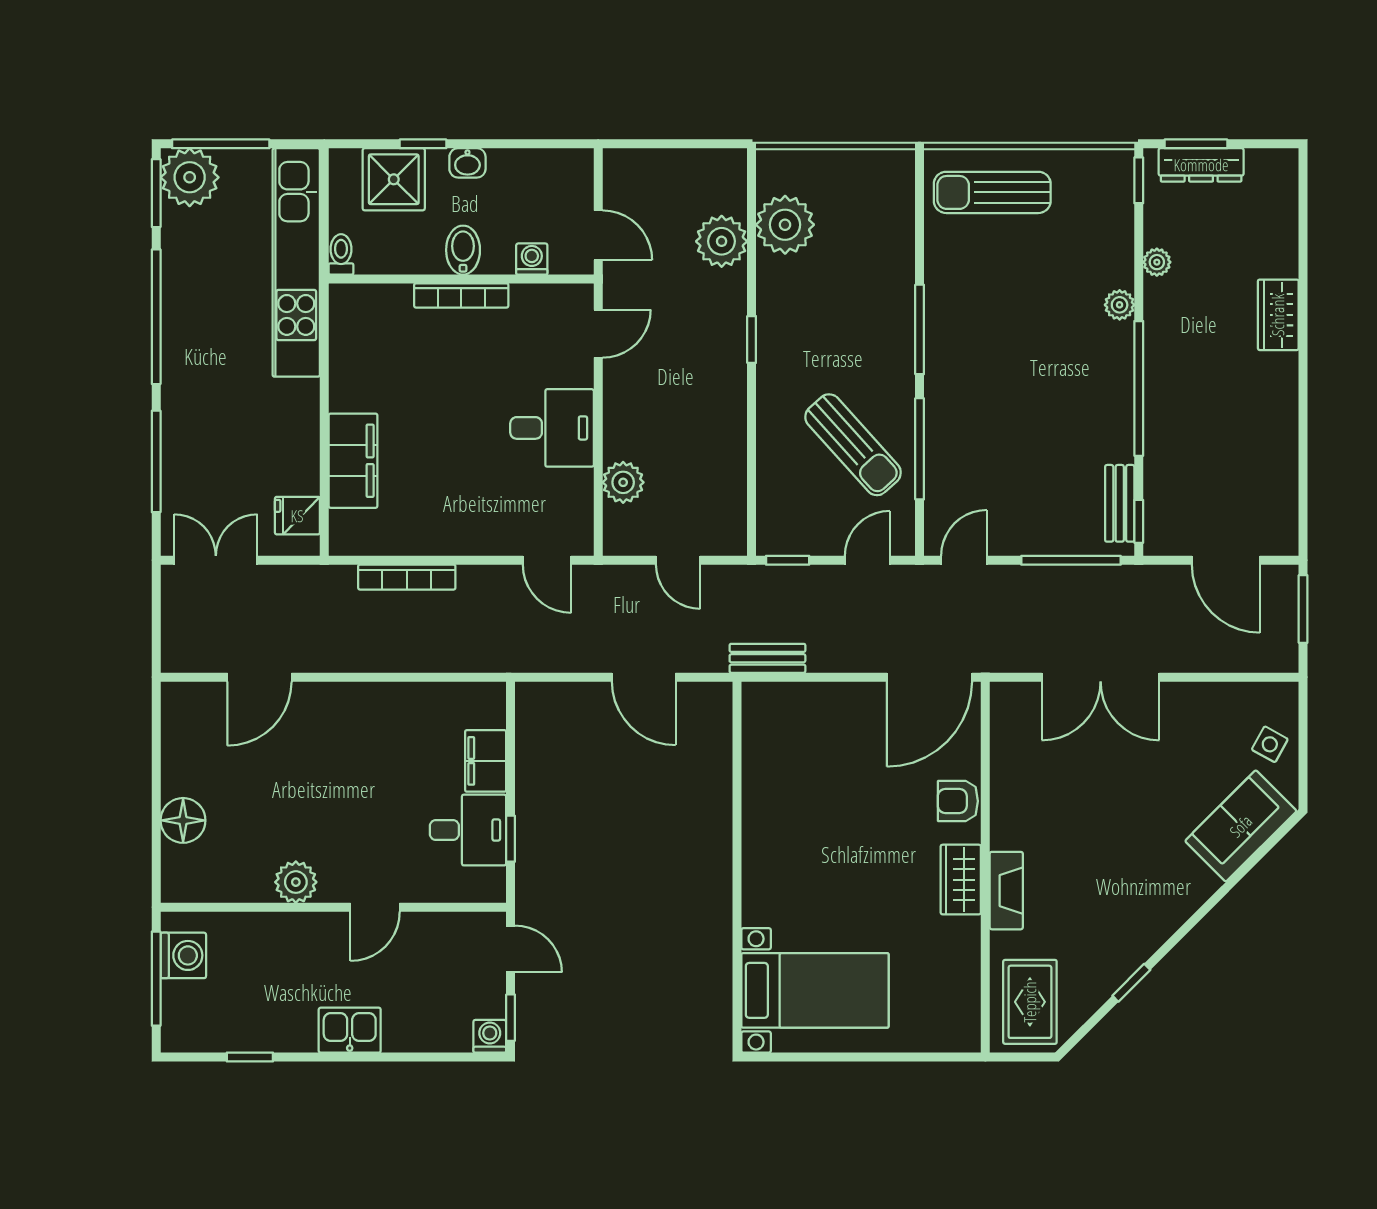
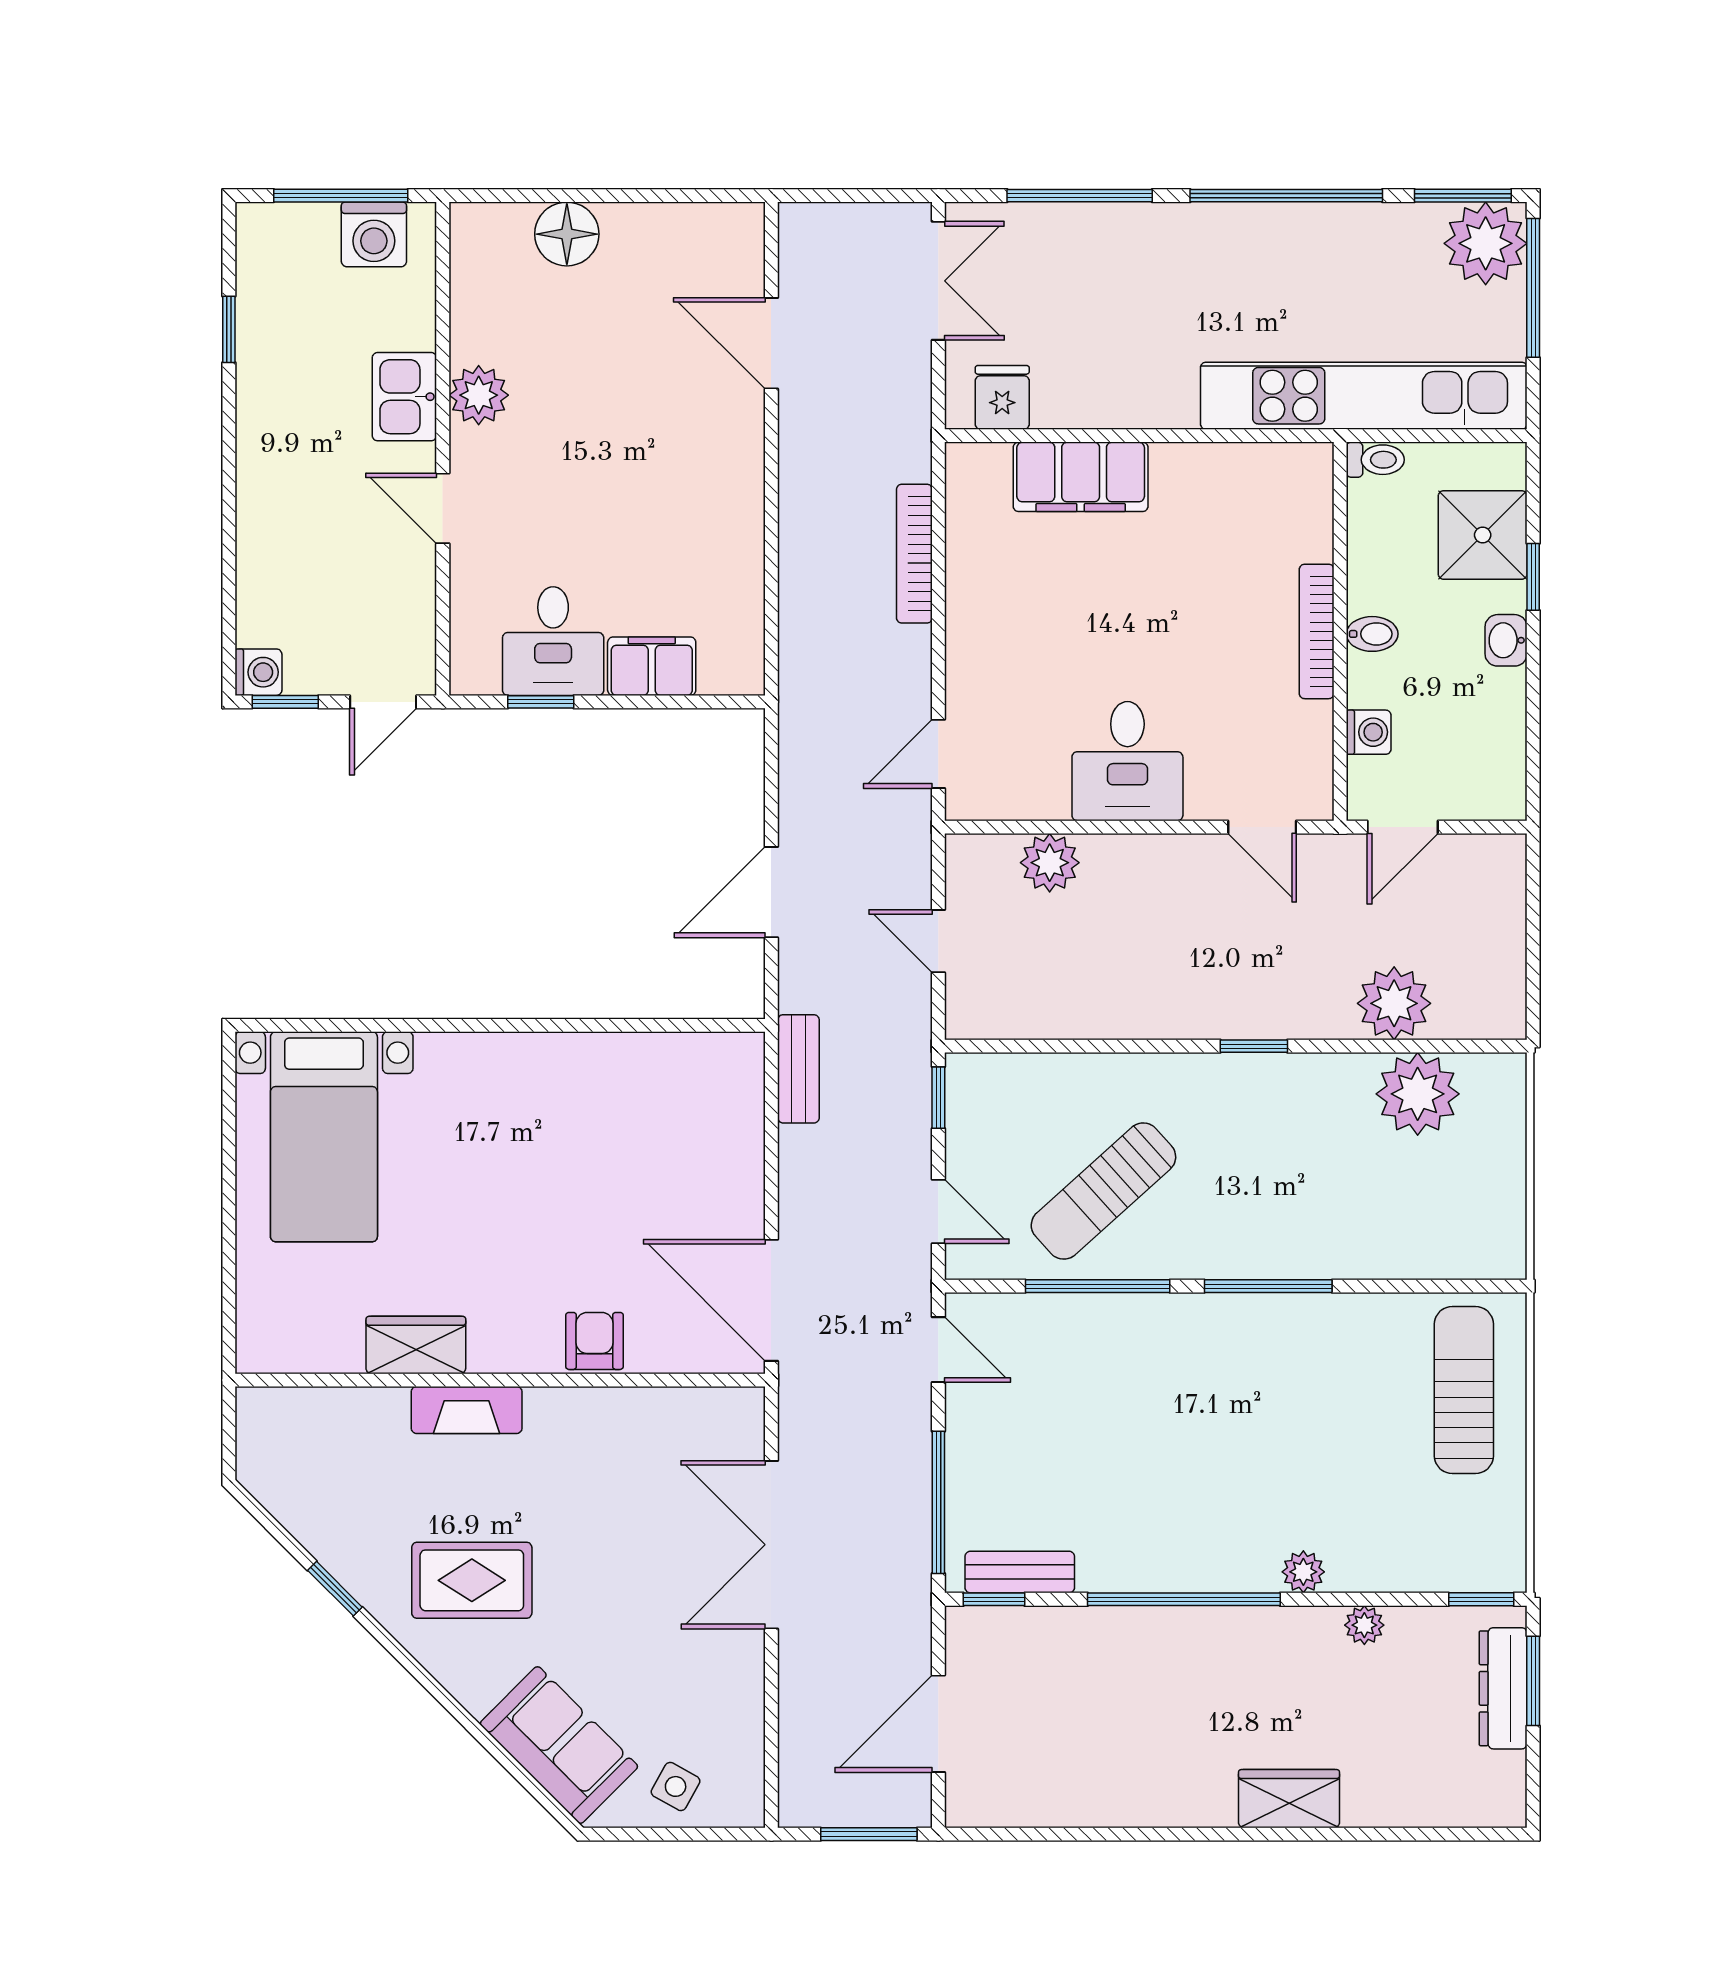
bidet: (463, 250) -> (1372, 634), width x0.72, depth x0.74
door: (678, 560) -> (938, 941), hinge flipped
wardrobe: (961, 880) -> (416, 1345), moved
rug: (1030, 1002) -> (472, 1580), moved
kitchen sink: (350, 1030) -> (404, 397), moved, turned 180

